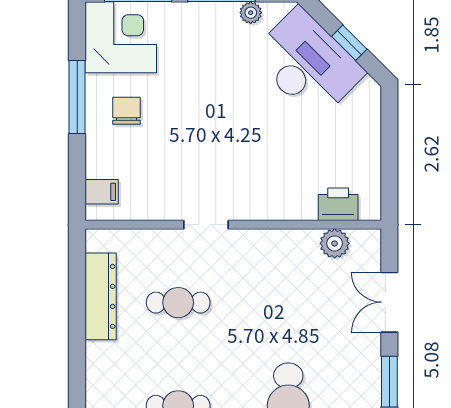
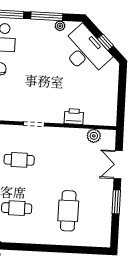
printer: (338, 204) -> (74, 116), moved

